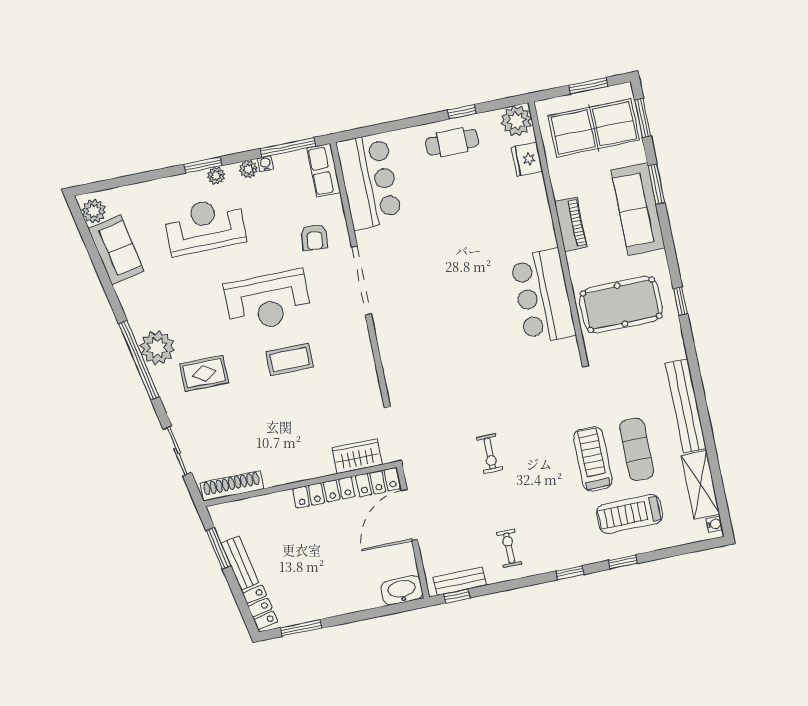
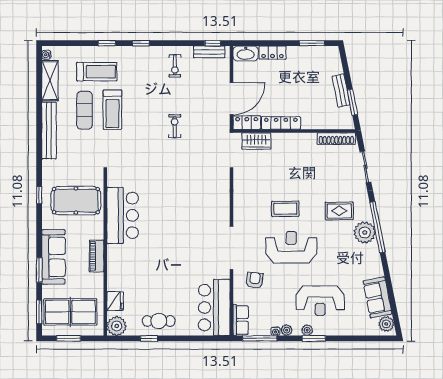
locker: (260, 607) -> (273, 53), moved, turned -79

